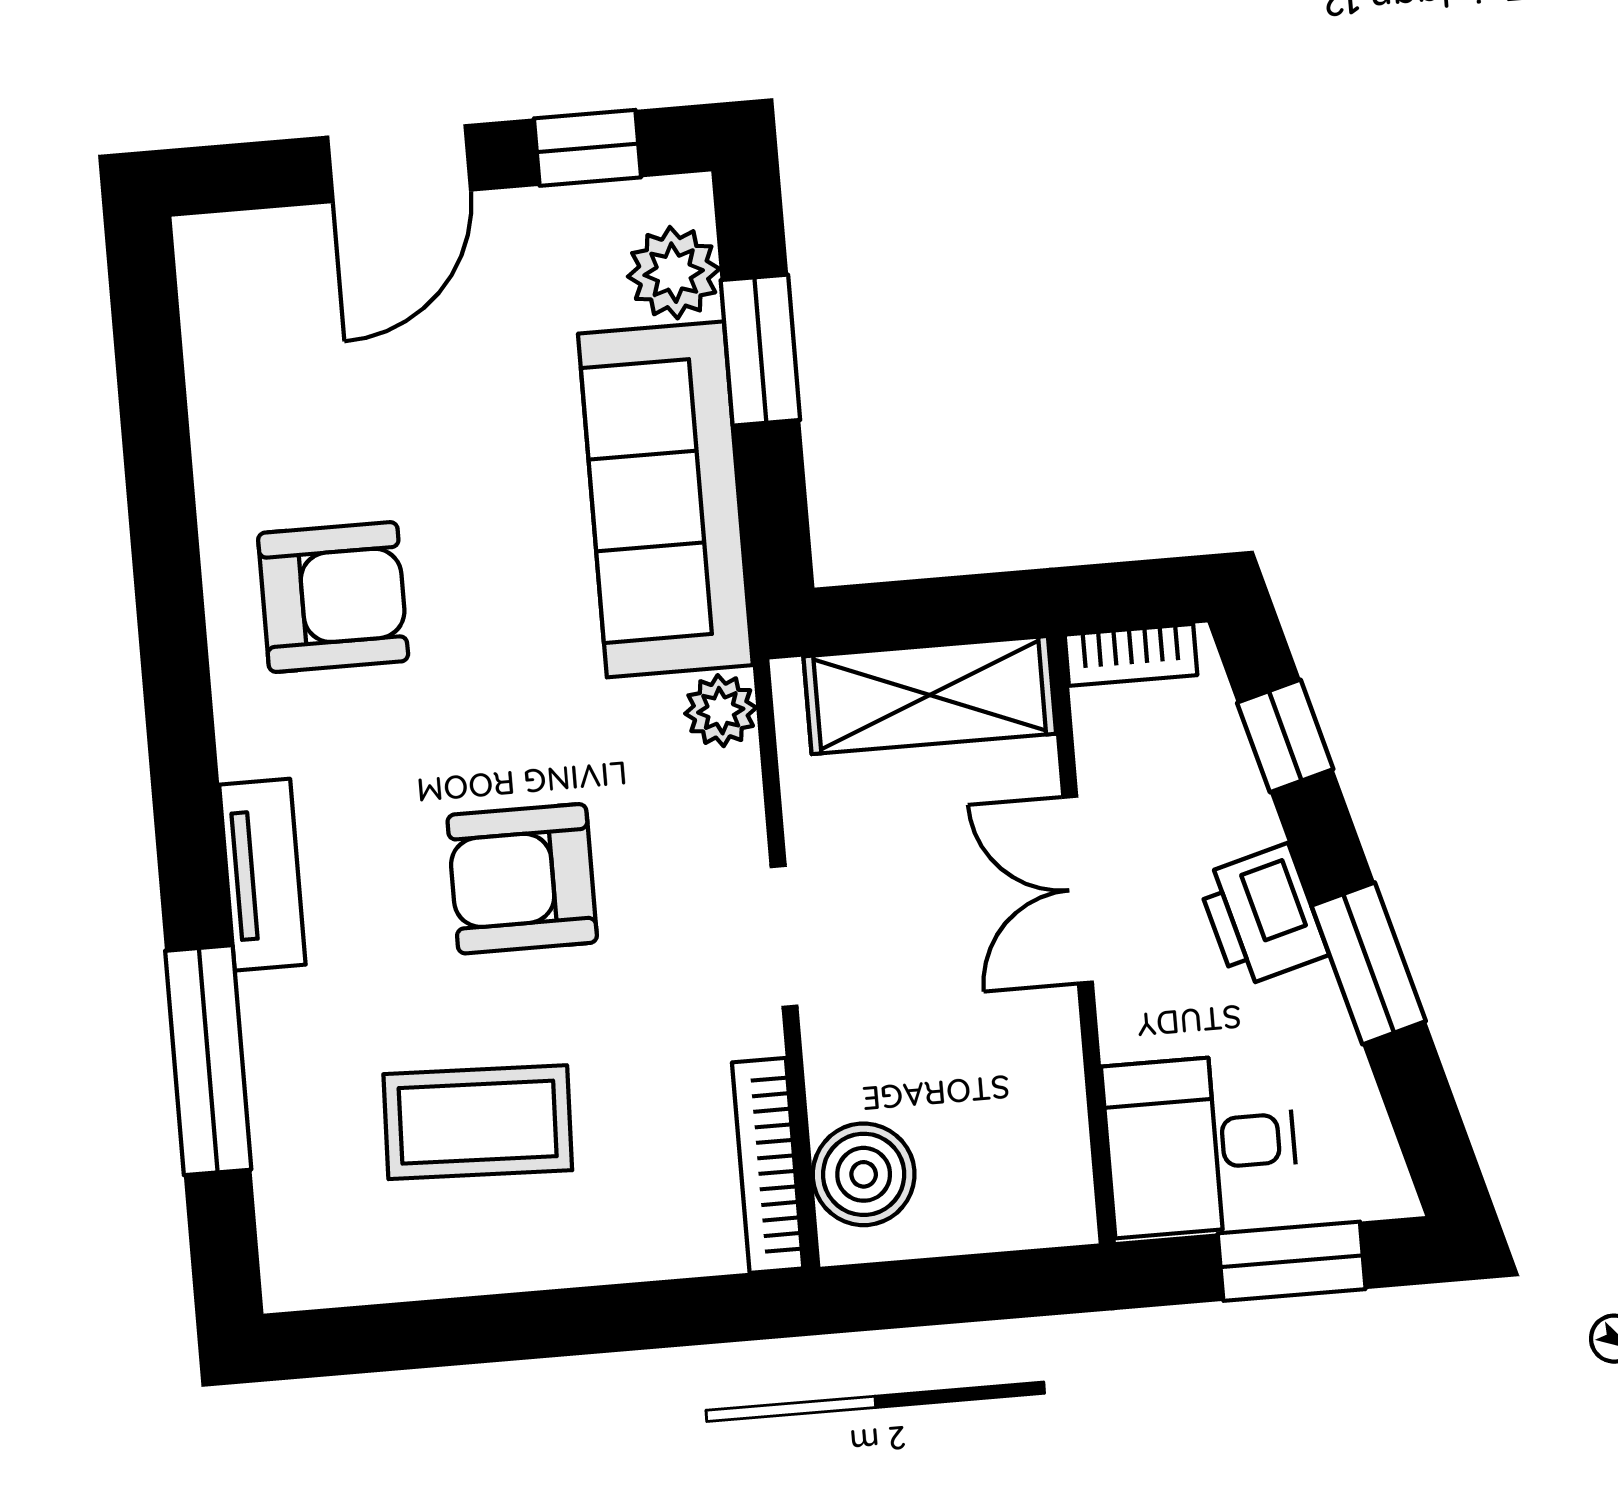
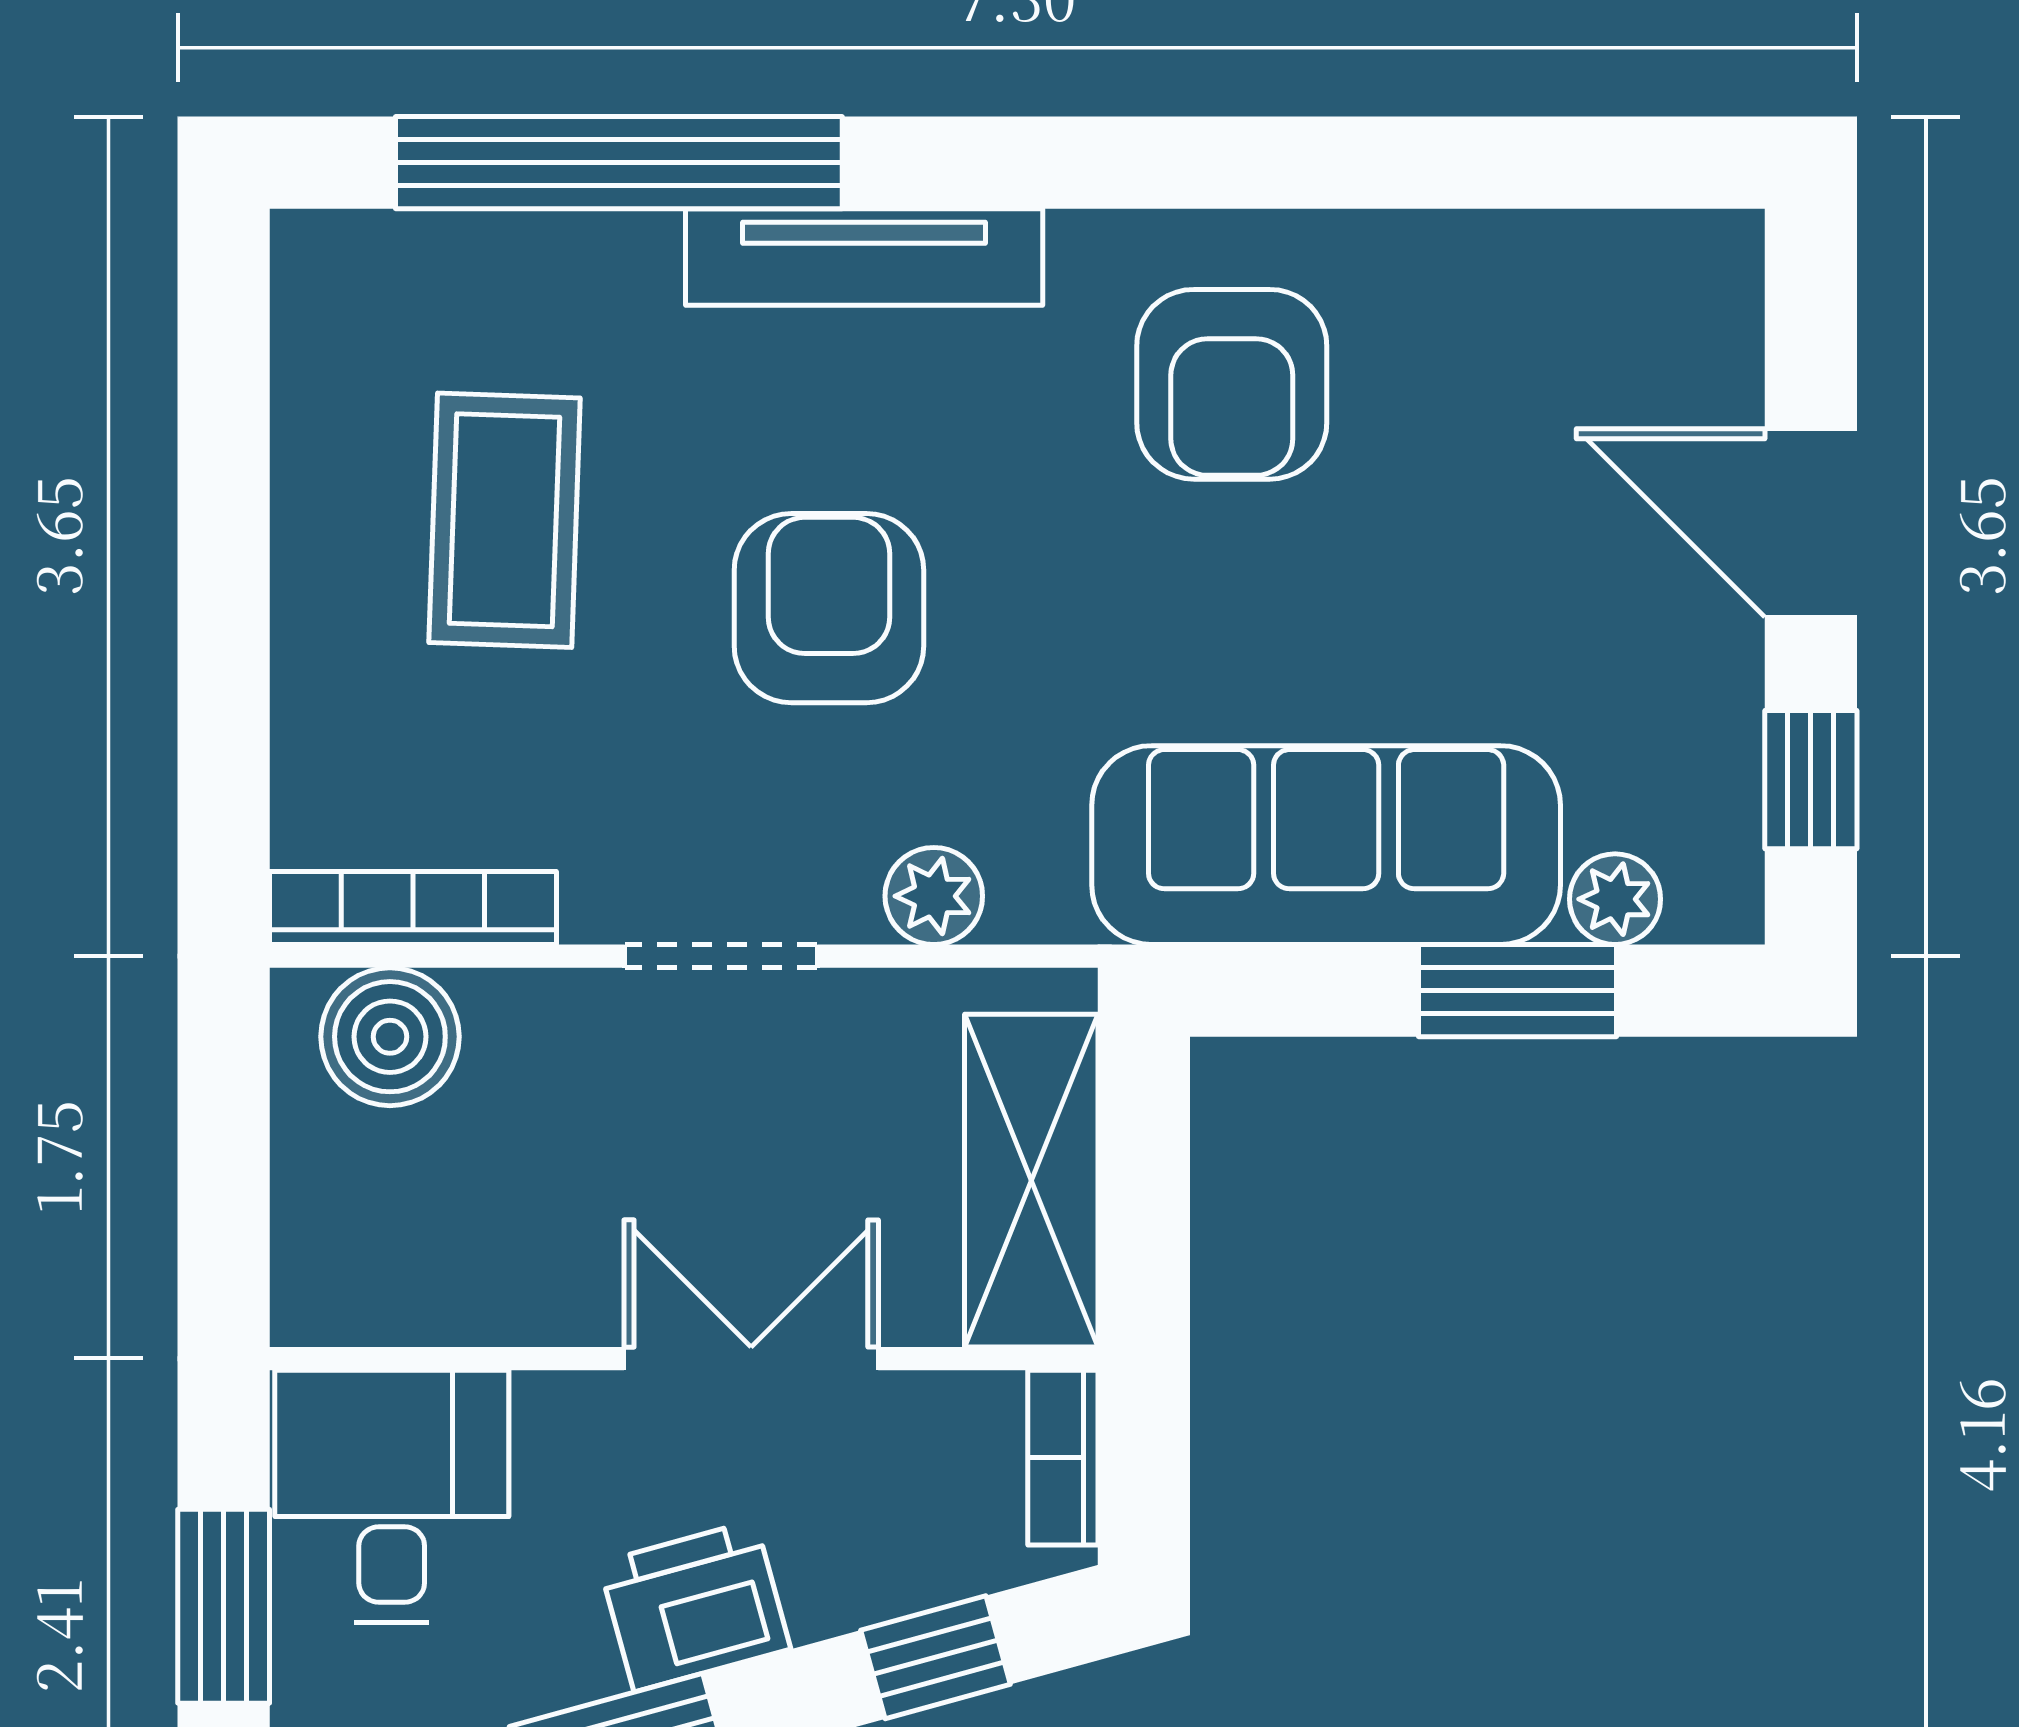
plant: (674, 273) -> (1615, 899), width x0.73, depth x0.73
plant: (721, 711) -> (934, 896), moved
tv unit: (262, 875) -> (864, 257), width x1.41
window: (208, 1060) -> (619, 163), width x1.46

